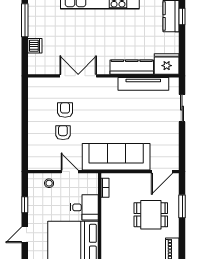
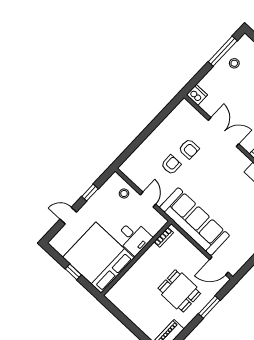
stool: (41, 21) -> (234, 63), added
dishwasher: (35, 46) -> (197, 95), moved, turned -90
armchair: (65, 110) -> (189, 149), turned 90

